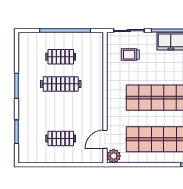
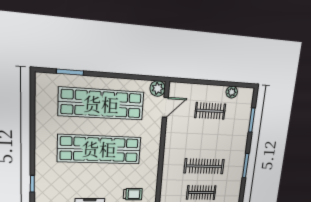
plant: (41, 157) -> (232, 92), added

